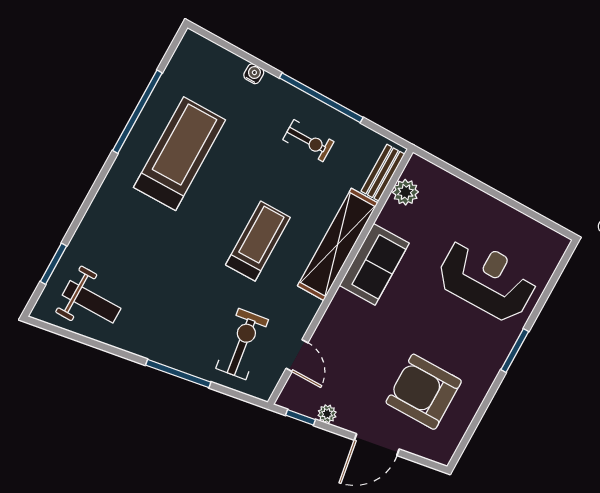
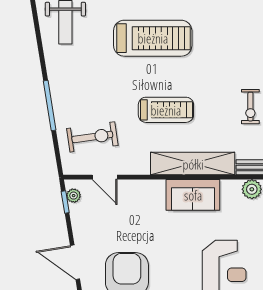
treadmill: (180, 154) -> (153, 38), moved
door: (297, 356) -> (105, 177), hinge flipped
plant: (327, 414) -> (74, 196), moved

